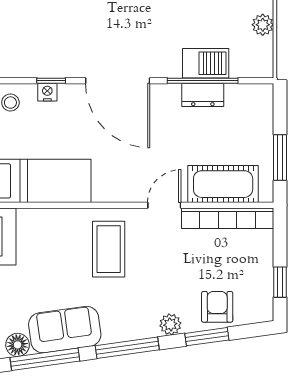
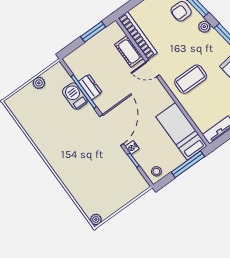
nightstand: (47, 92) -> (132, 148), moved
cot: (223, 184) -> (129, 51), width x0.73, depth x0.75

